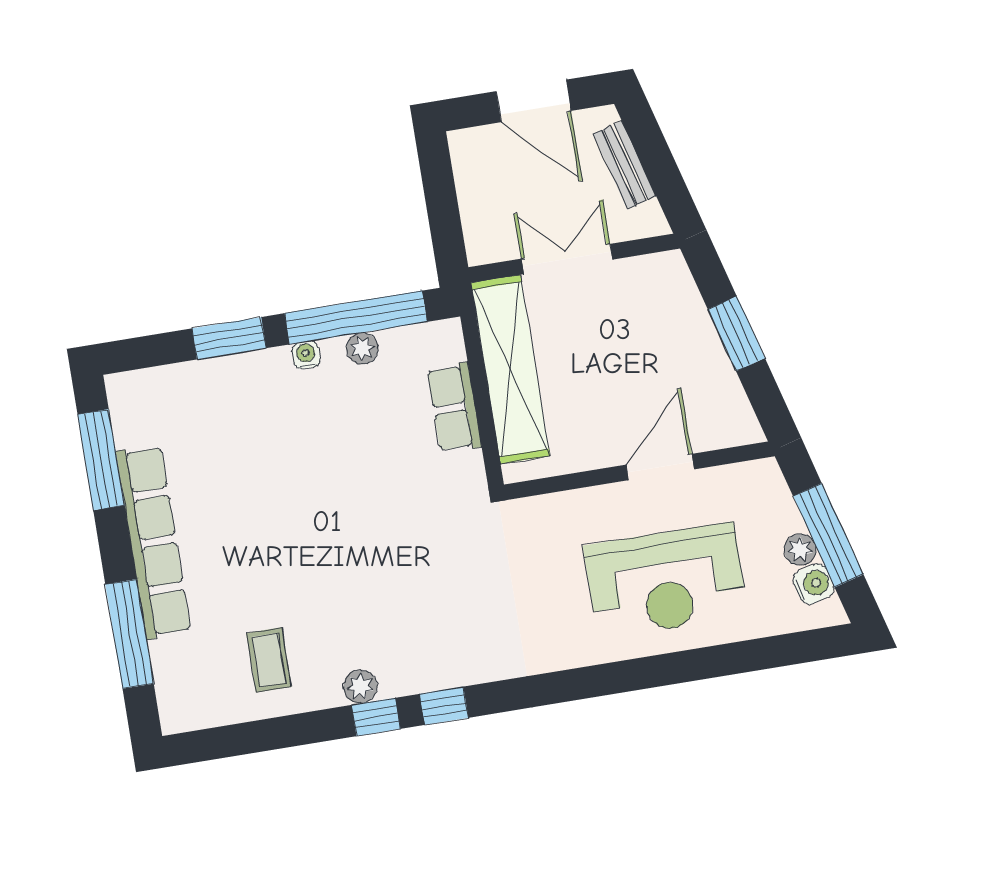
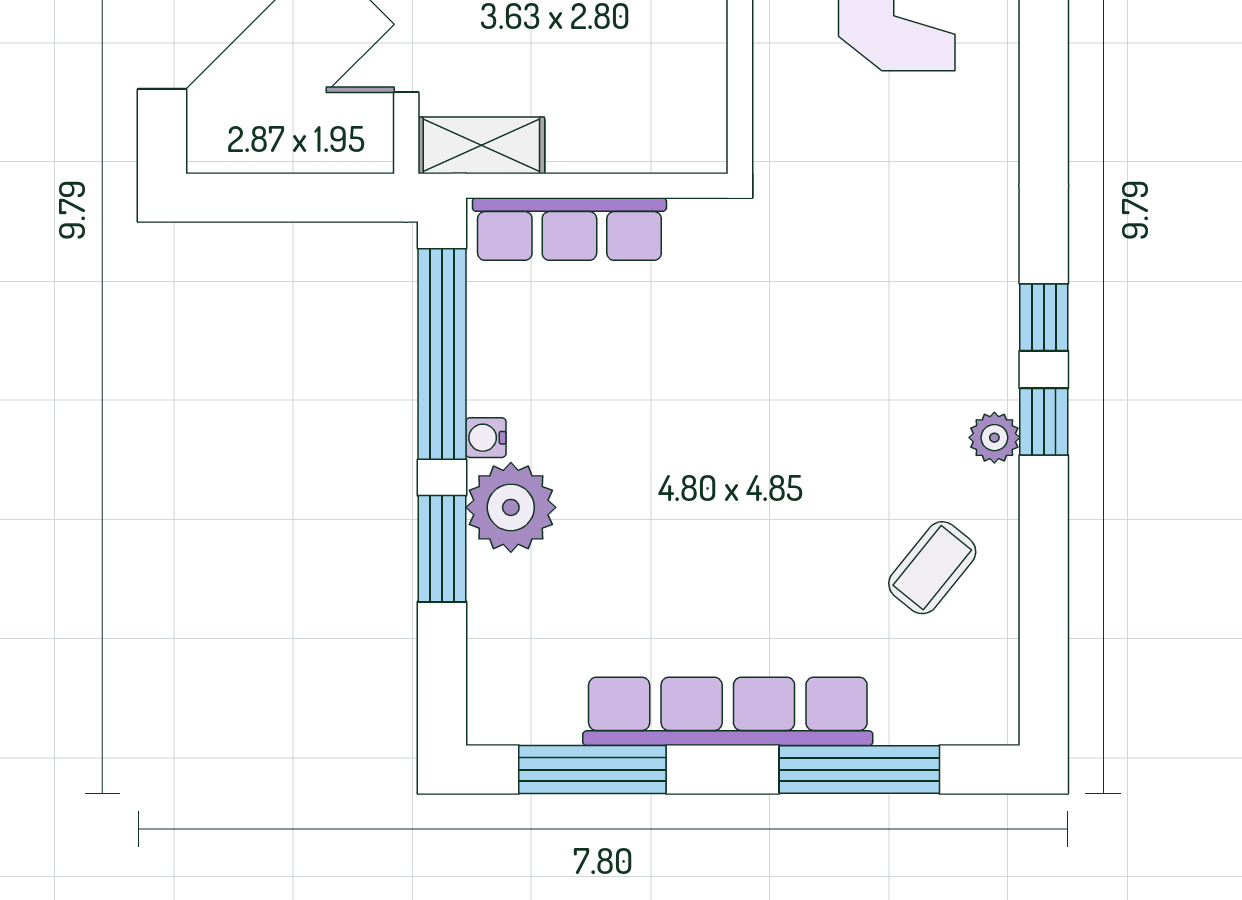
plant: (362, 348) -> (511, 507), moved, width x1.88, depth x1.88
shelving: (510, 369) -> (481, 145), width x0.45, depth x0.75
row of seats: (454, 408) -> (569, 229), width x1.48
coffee table: (269, 660) -> (932, 568), turned -51

